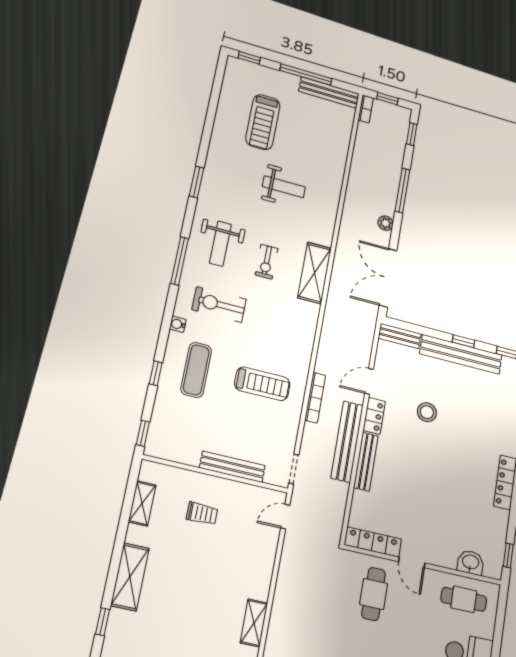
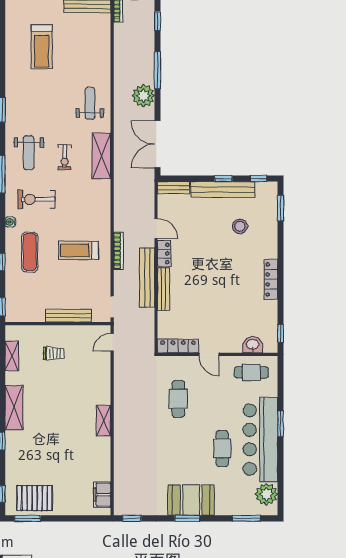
weight bench: (284, 187) -> (90, 103), moved, turned -90
plant: (386, 223) -> (143, 96), width x1.88, depth x1.88
door: (369, 381) -> (156, 228), swing flipped
treadmill: (262, 384) -> (78, 250), turned 180
stool: (427, 412) -> (240, 226), moved
cafe table: (374, 594) -> (178, 399), moved

